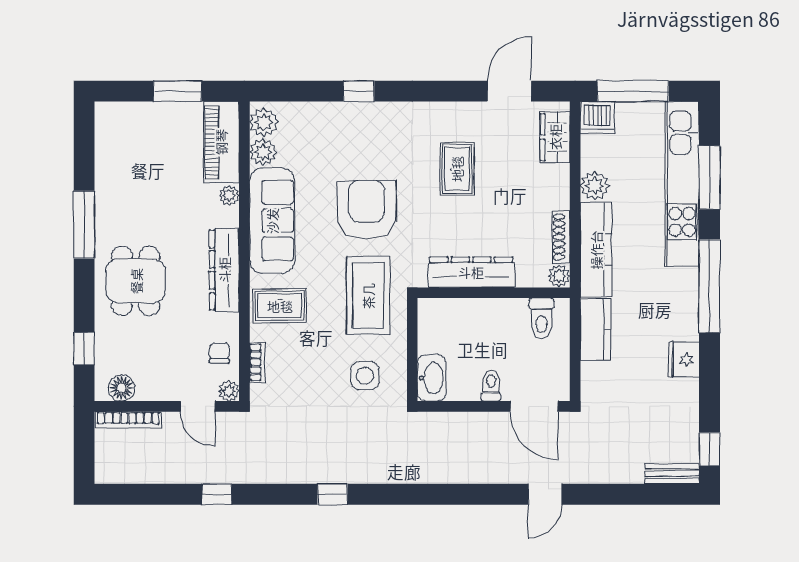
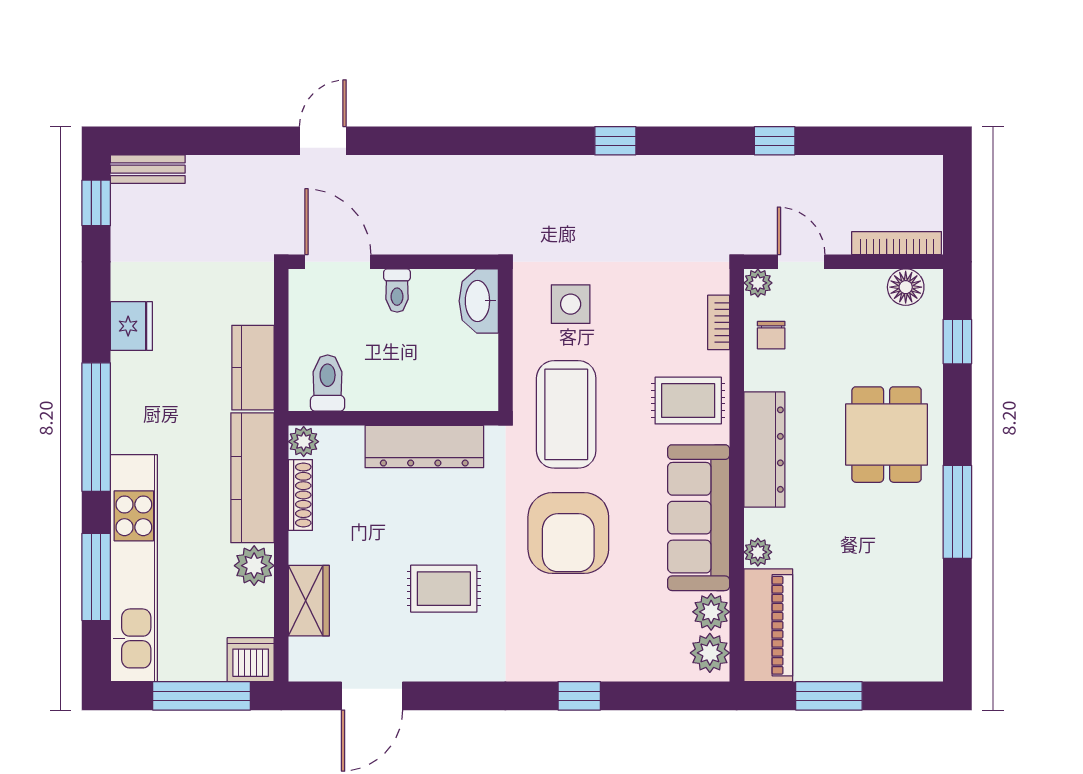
wardrobe: (555, 137) -> (309, 601), moved
rug: (457, 169) -> (444, 589), turned 90

